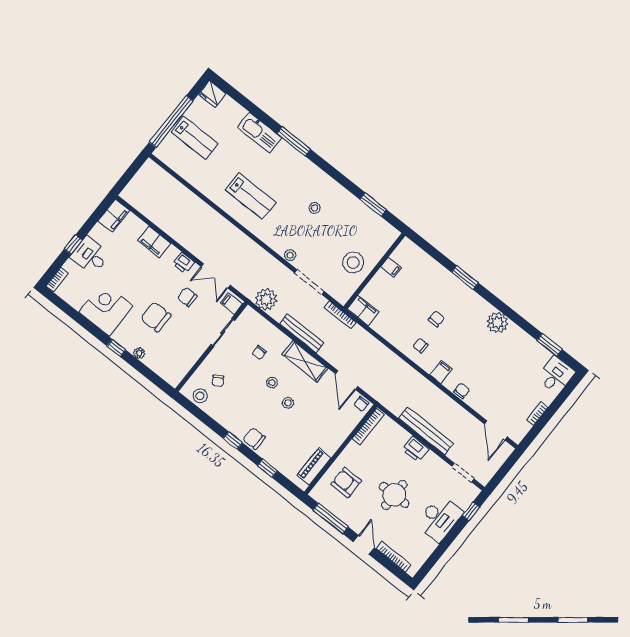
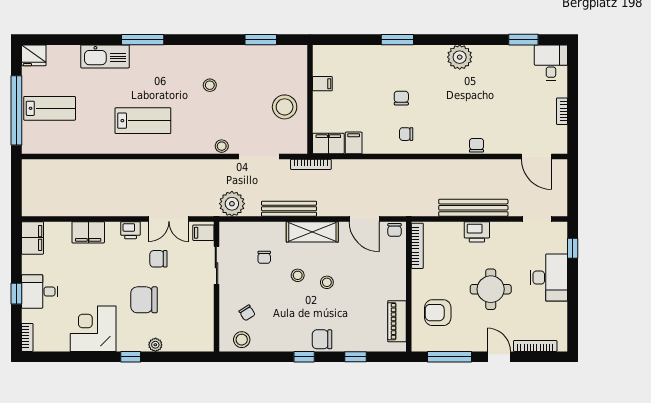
filing cabinet: (441, 372) -> (354, 143), moved

